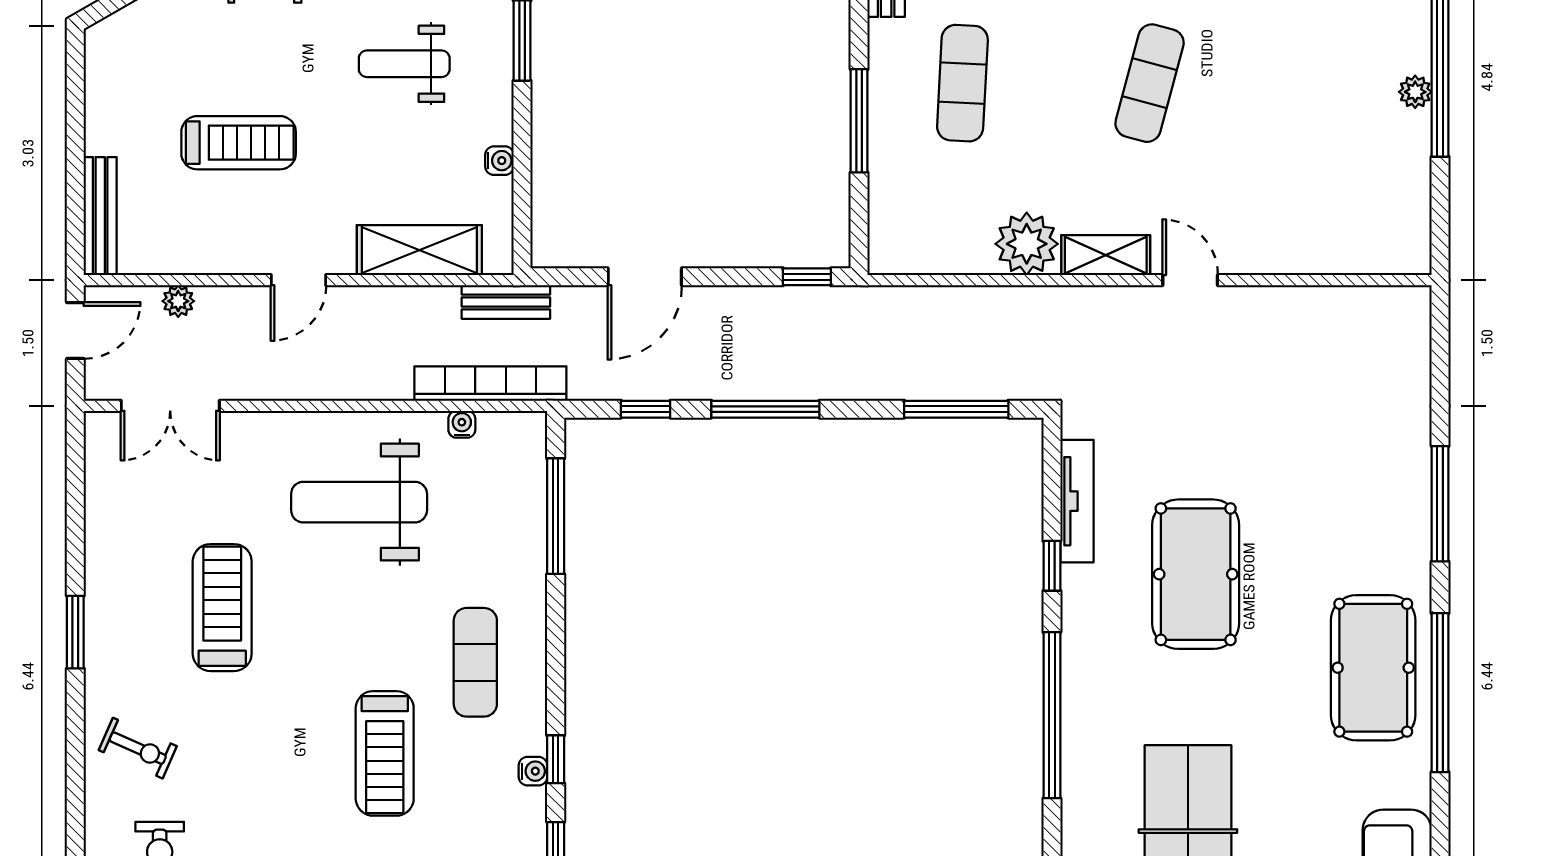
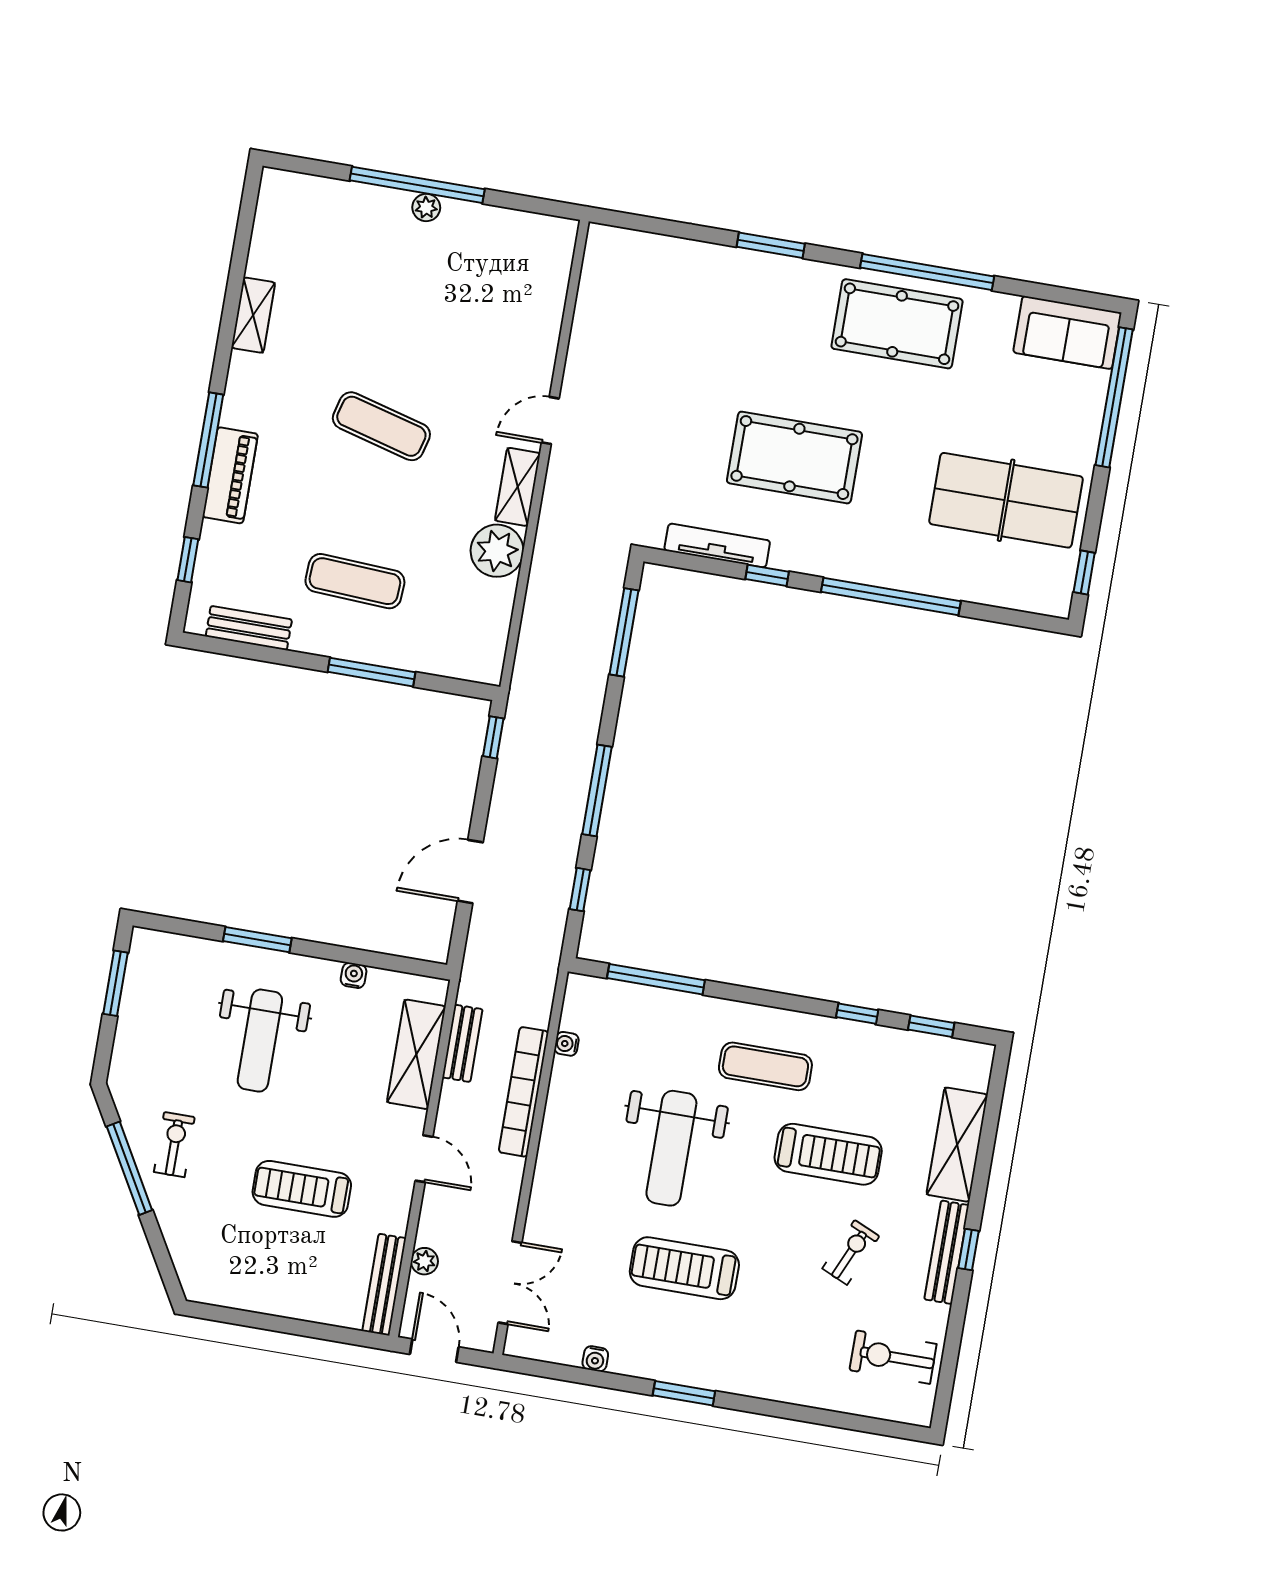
weight bench: (404, 64) -> (260, 1041), width x1.36, depth x1.33
treadmill: (239, 143) -> (302, 1189), turned -90
bench: (100, 216) -> (384, 1285), moved, turned 90
door: (645, 277) -> (470, 872), swing flipped
bench: (506, 302) -> (462, 1043), moved
bookcase: (490, 384) -> (524, 1092), moved
weight bench: (359, 502) -> (671, 1148), moved
window: (1440, 504) -> (771, 245), width x0.69
exercise bike: (138, 748) -> (851, 1252), moved
water cooler: (533, 771) -> (595, 1359), moved, turned 180

